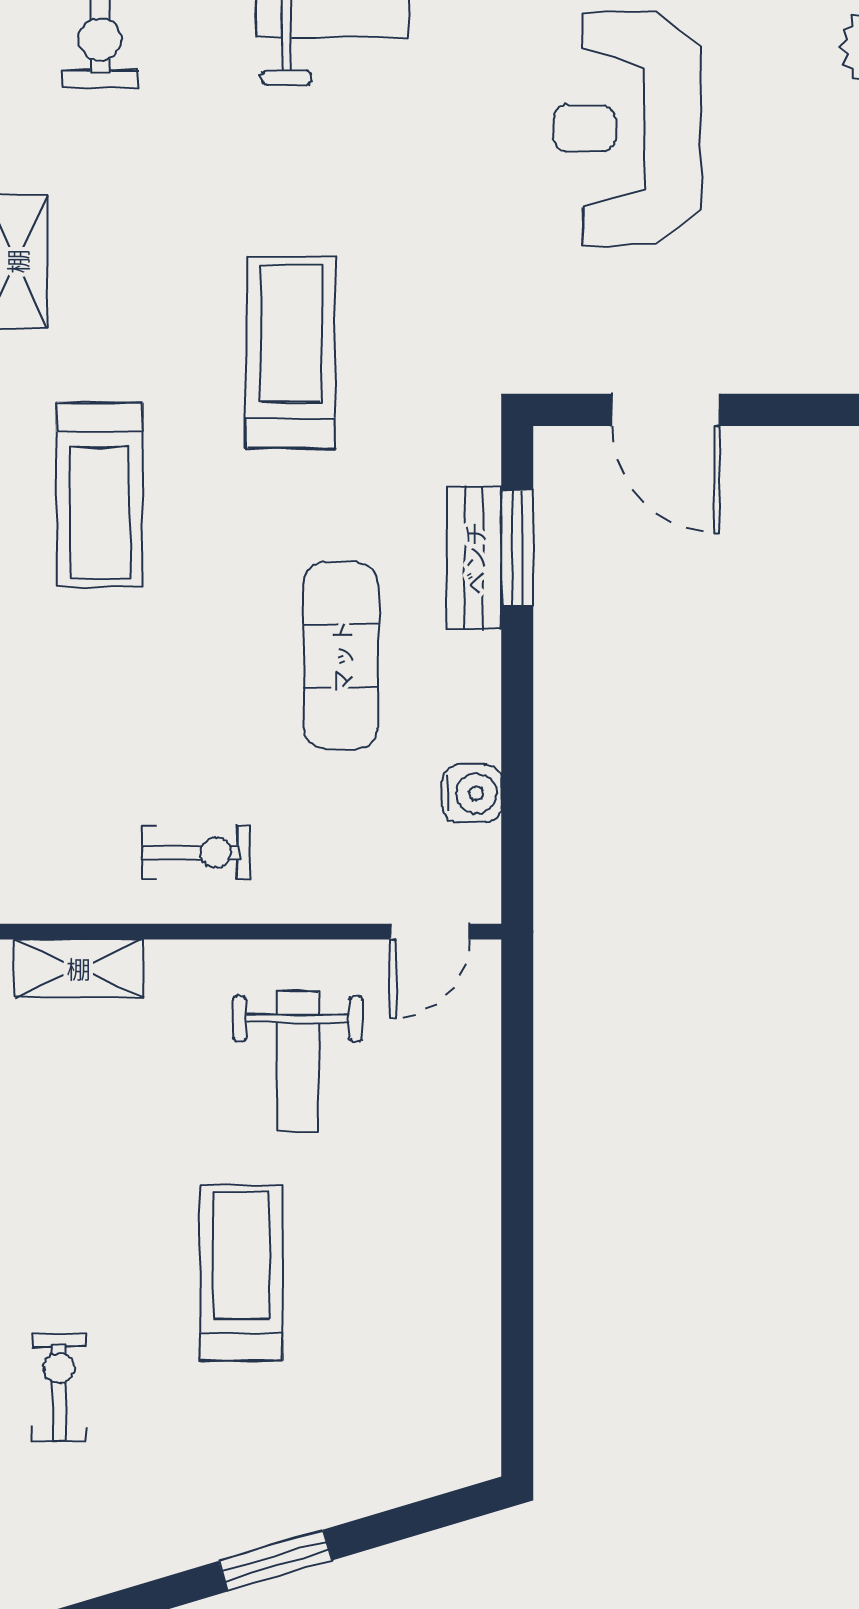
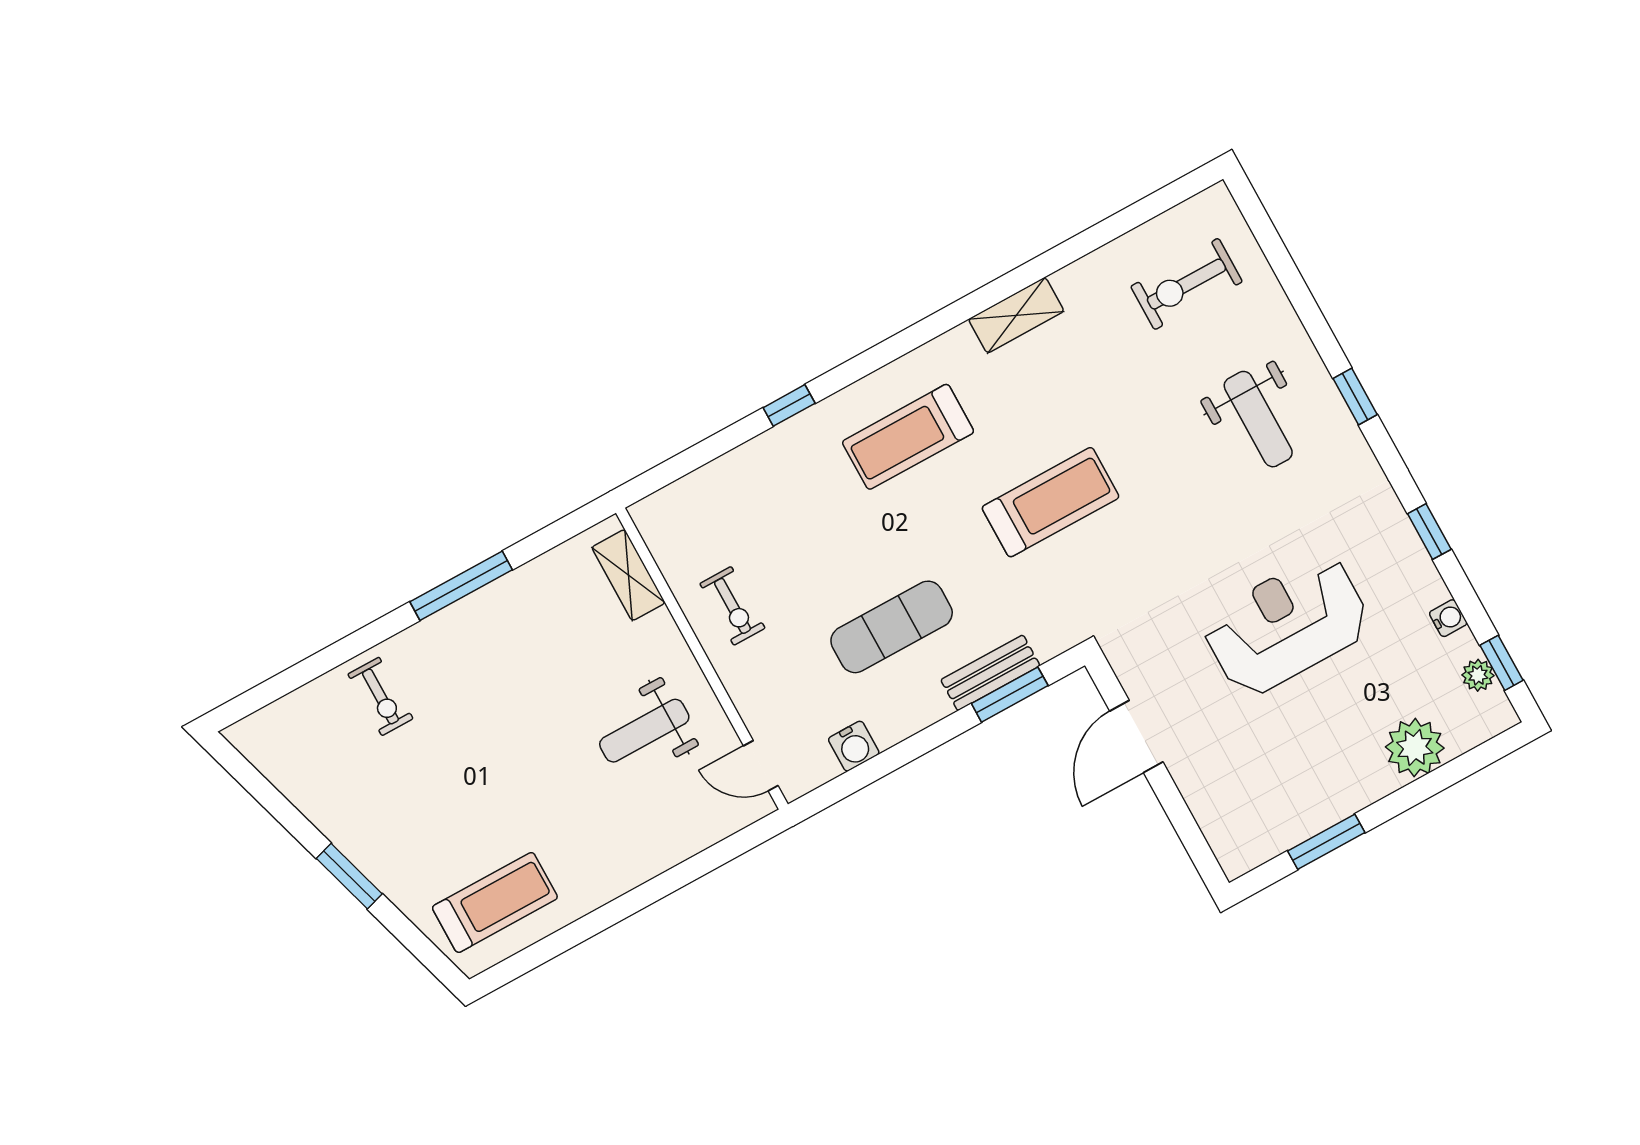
treadmill: (241, 1273) -> (495, 902), moved
exercise bike: (59, 1387) -> (380, 696), turned 90

